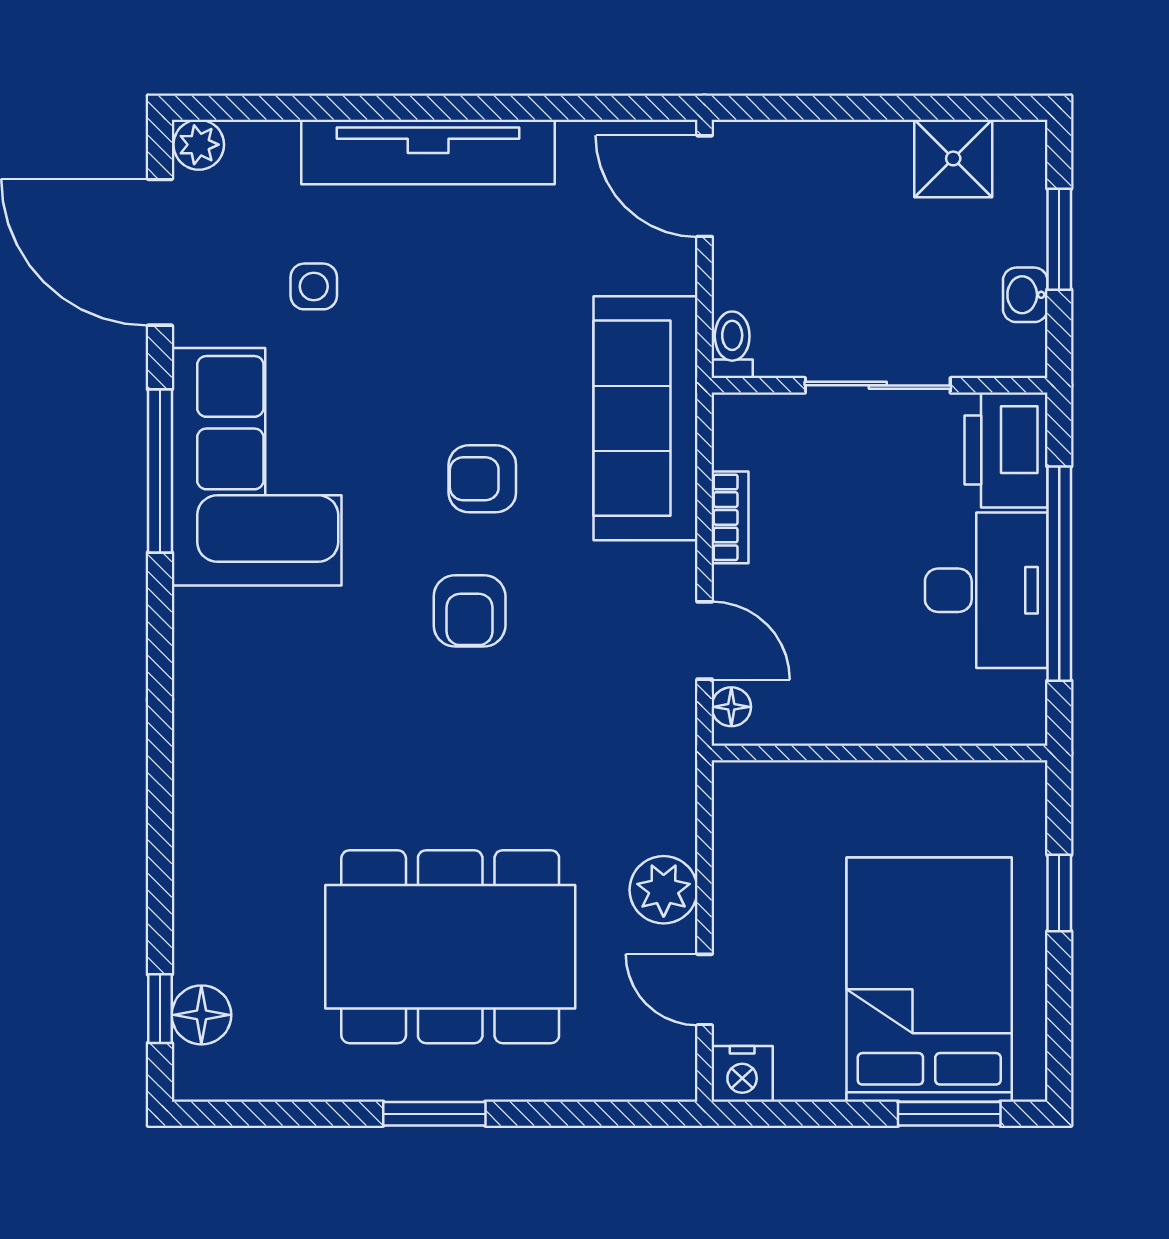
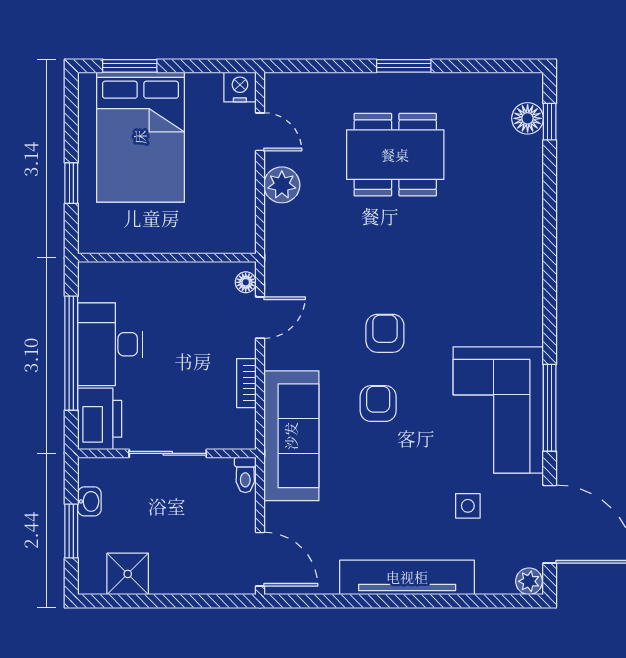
armchair: (482, 479) -> (378, 404), turned -90
door: (705, 640) -> (260, 318), swing flipped
dining table: (450, 947) -> (395, 155), width x0.73, depth x0.80

